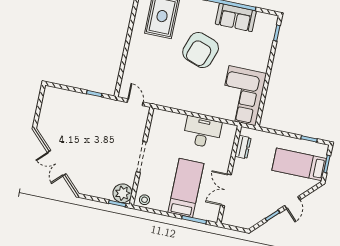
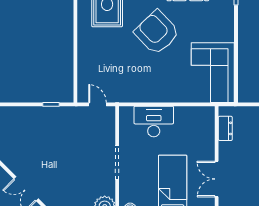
armchair: (201, 50) -> (157, 32), turned 117
desk: (202, 132) -> (154, 122), moved

